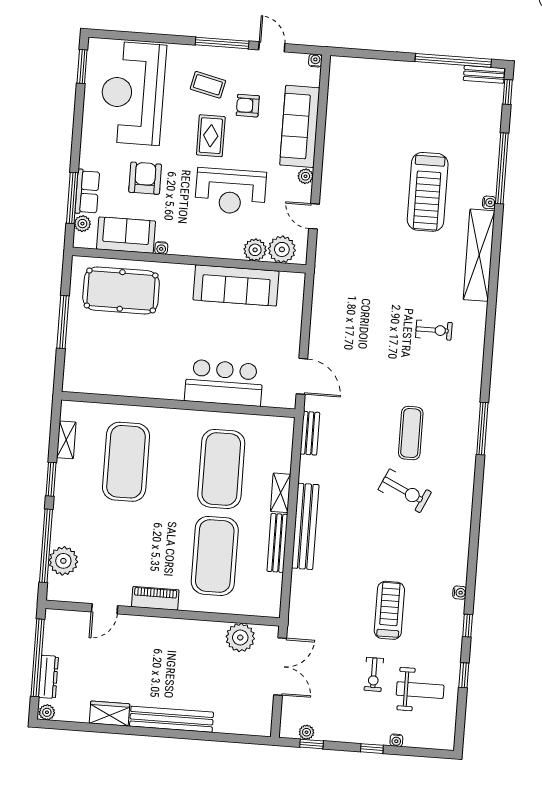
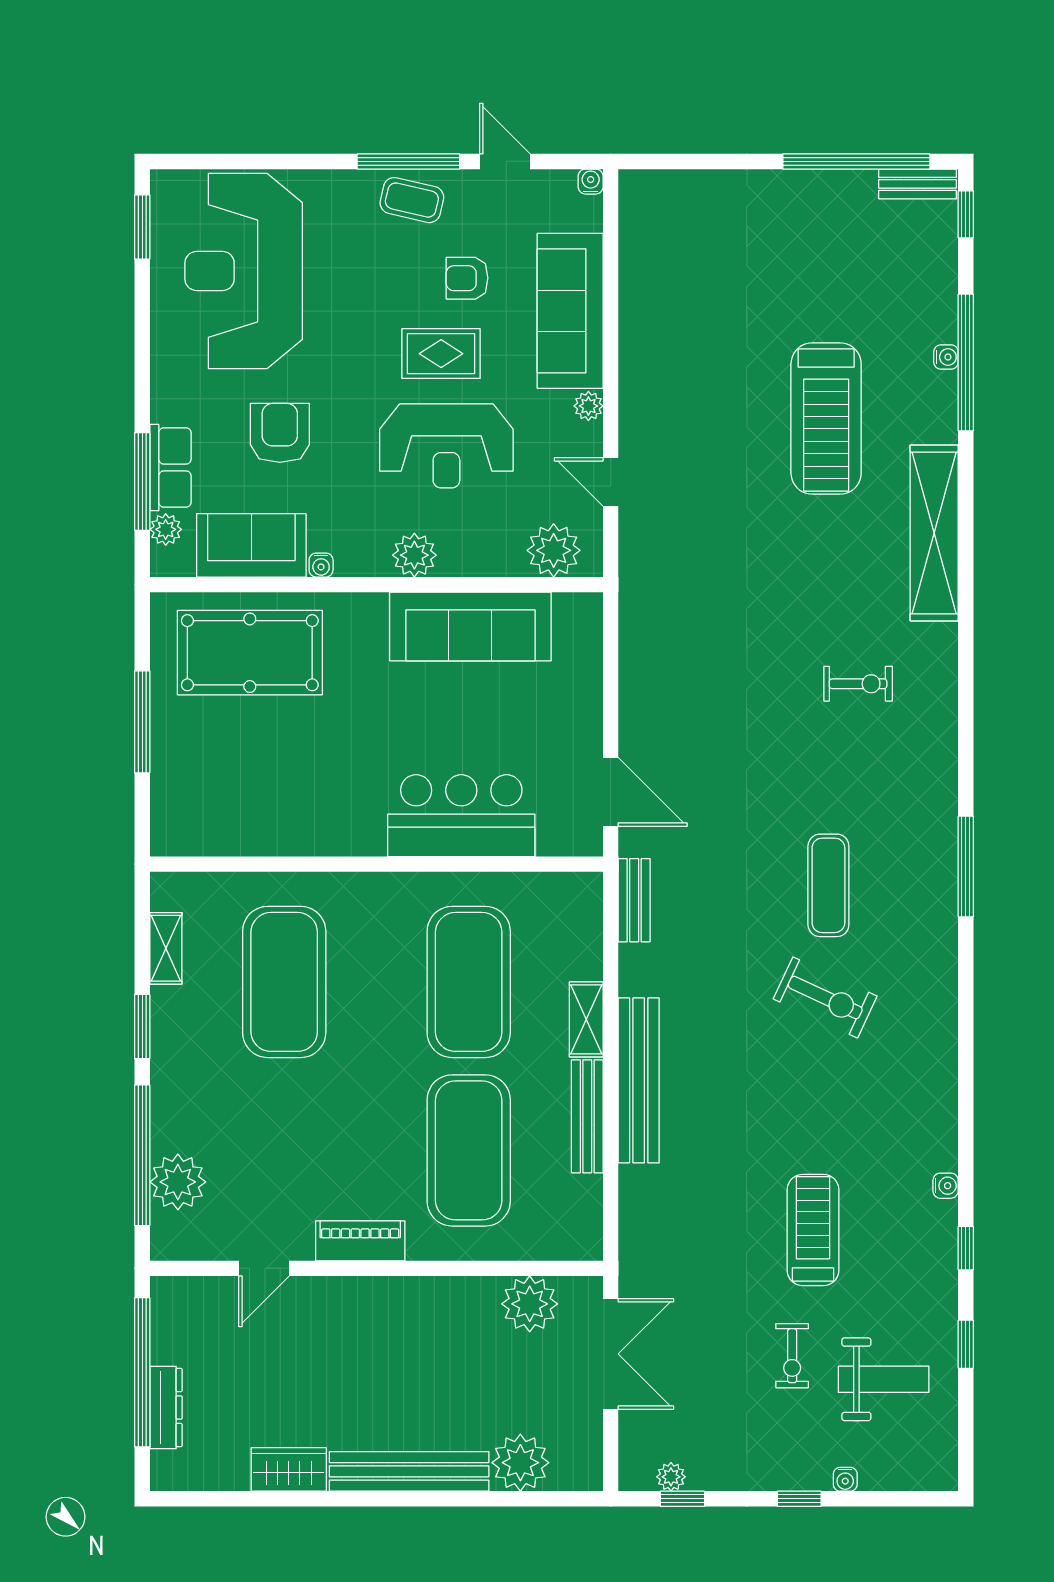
coffee table: (208, 85) -> (412, 200), moved
rug: (211, 136) -> (441, 354), moved, turned 90
water cooler: (489, 202) -> (946, 357), moved
plant: (255, 250) -> (414, 555), moved
plant: (47, 712) -> (520, 1463), moved, width x1.87, depth x1.87

